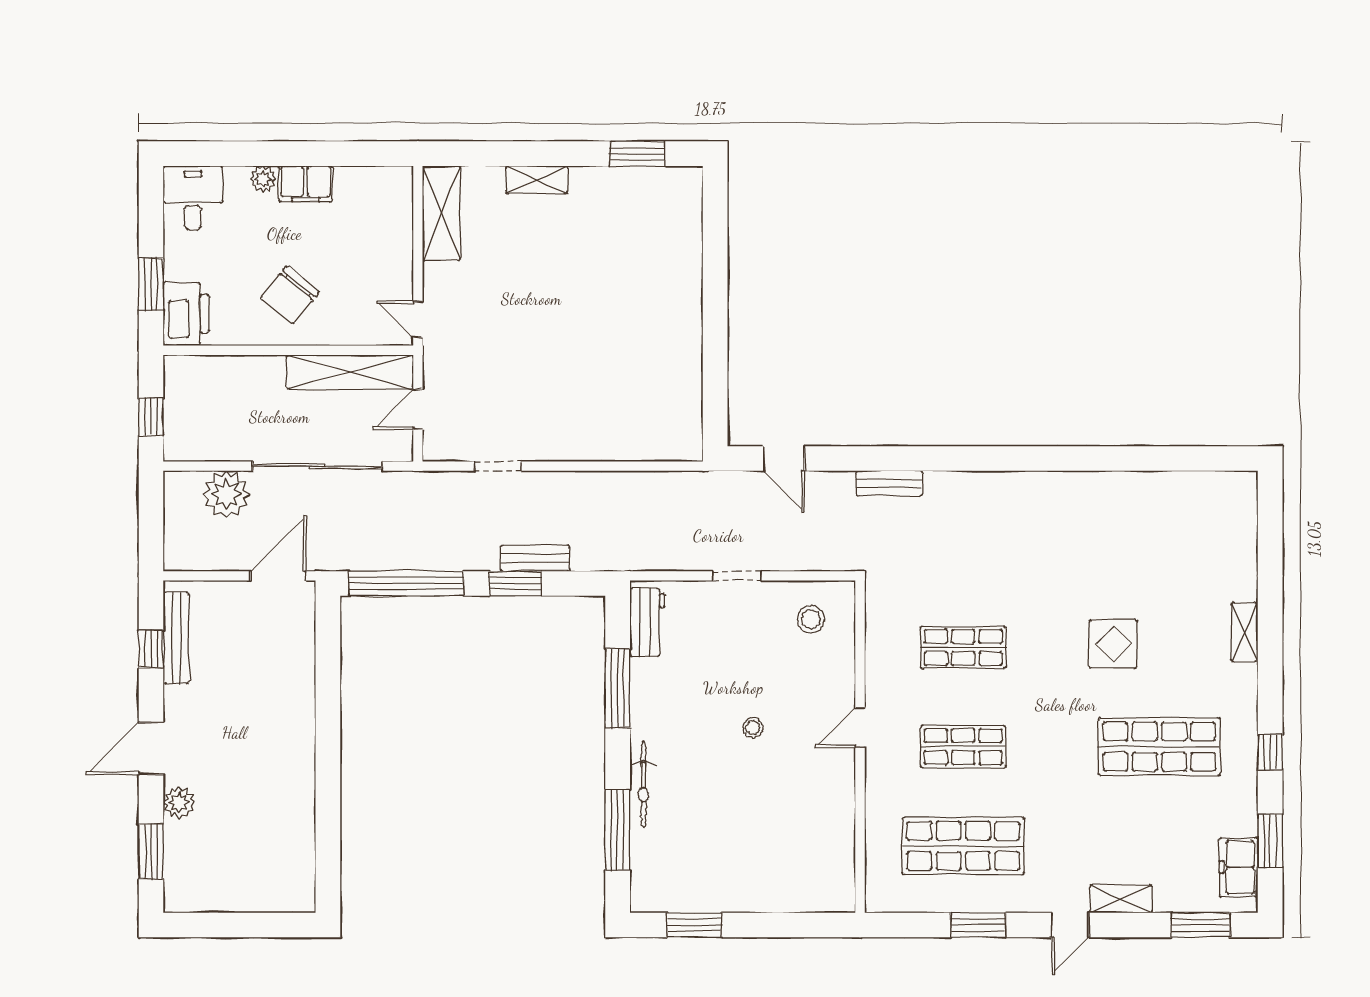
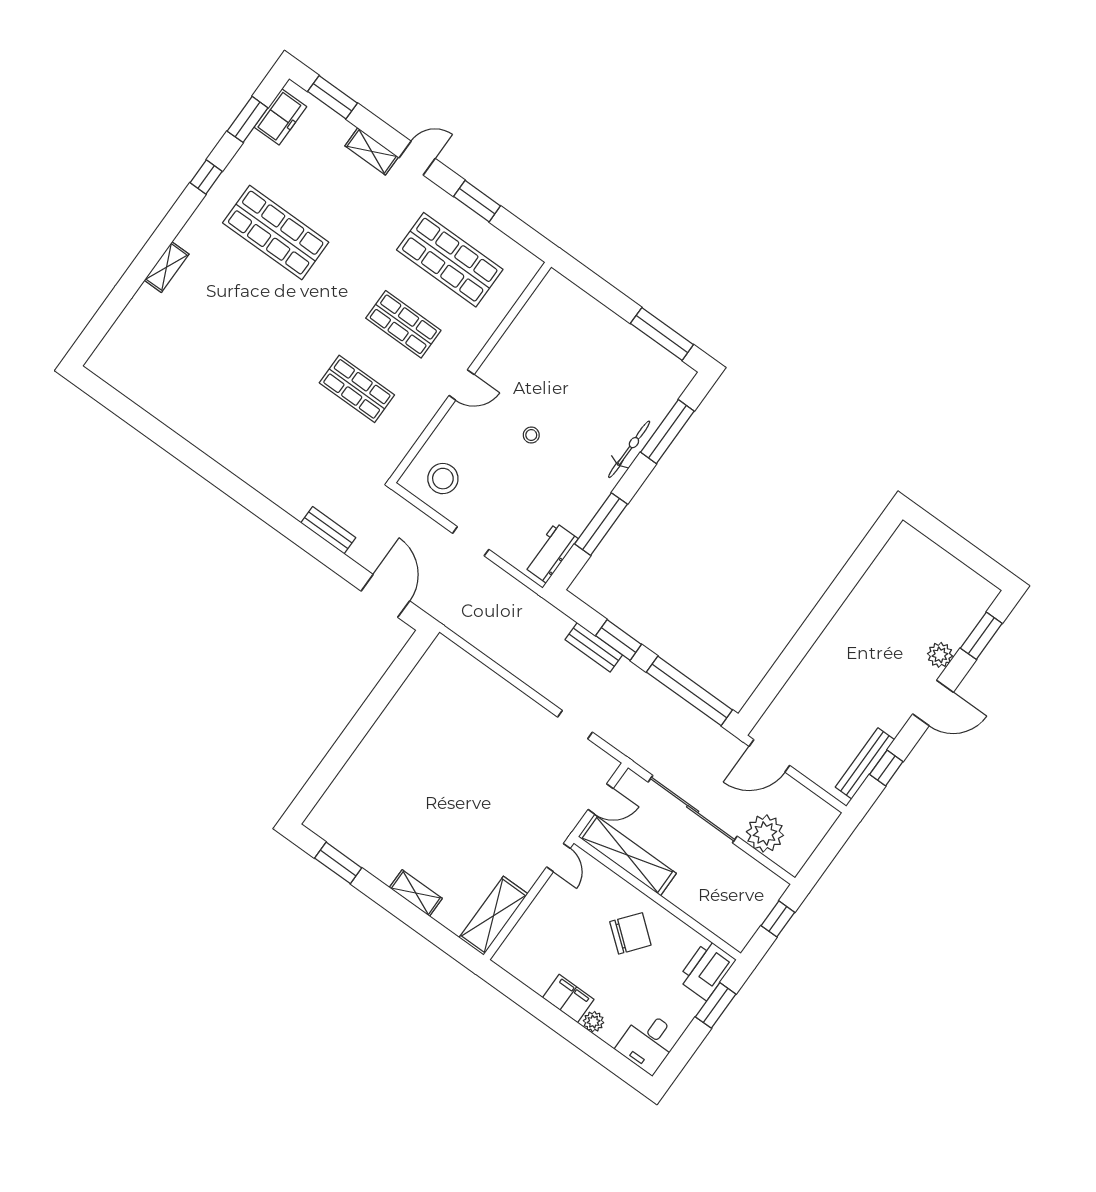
door: (784, 459) -> (385, 596), width x1.38
stool: (811, 619) -> (443, 479), width x1.38, depth x1.38
display table: (1113, 644) -> (258, 321), removed
window: (694, 925) -> (662, 334), width x1.44

